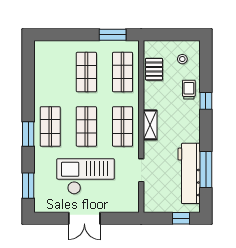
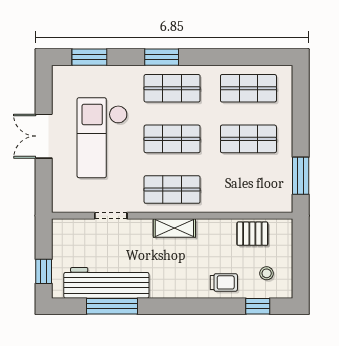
shop shelf: (123, 72) -> (248, 88), moved
window: (206, 101) -> (258, 306), moved
checkout: (86, 176) -> (102, 138), turned 180

